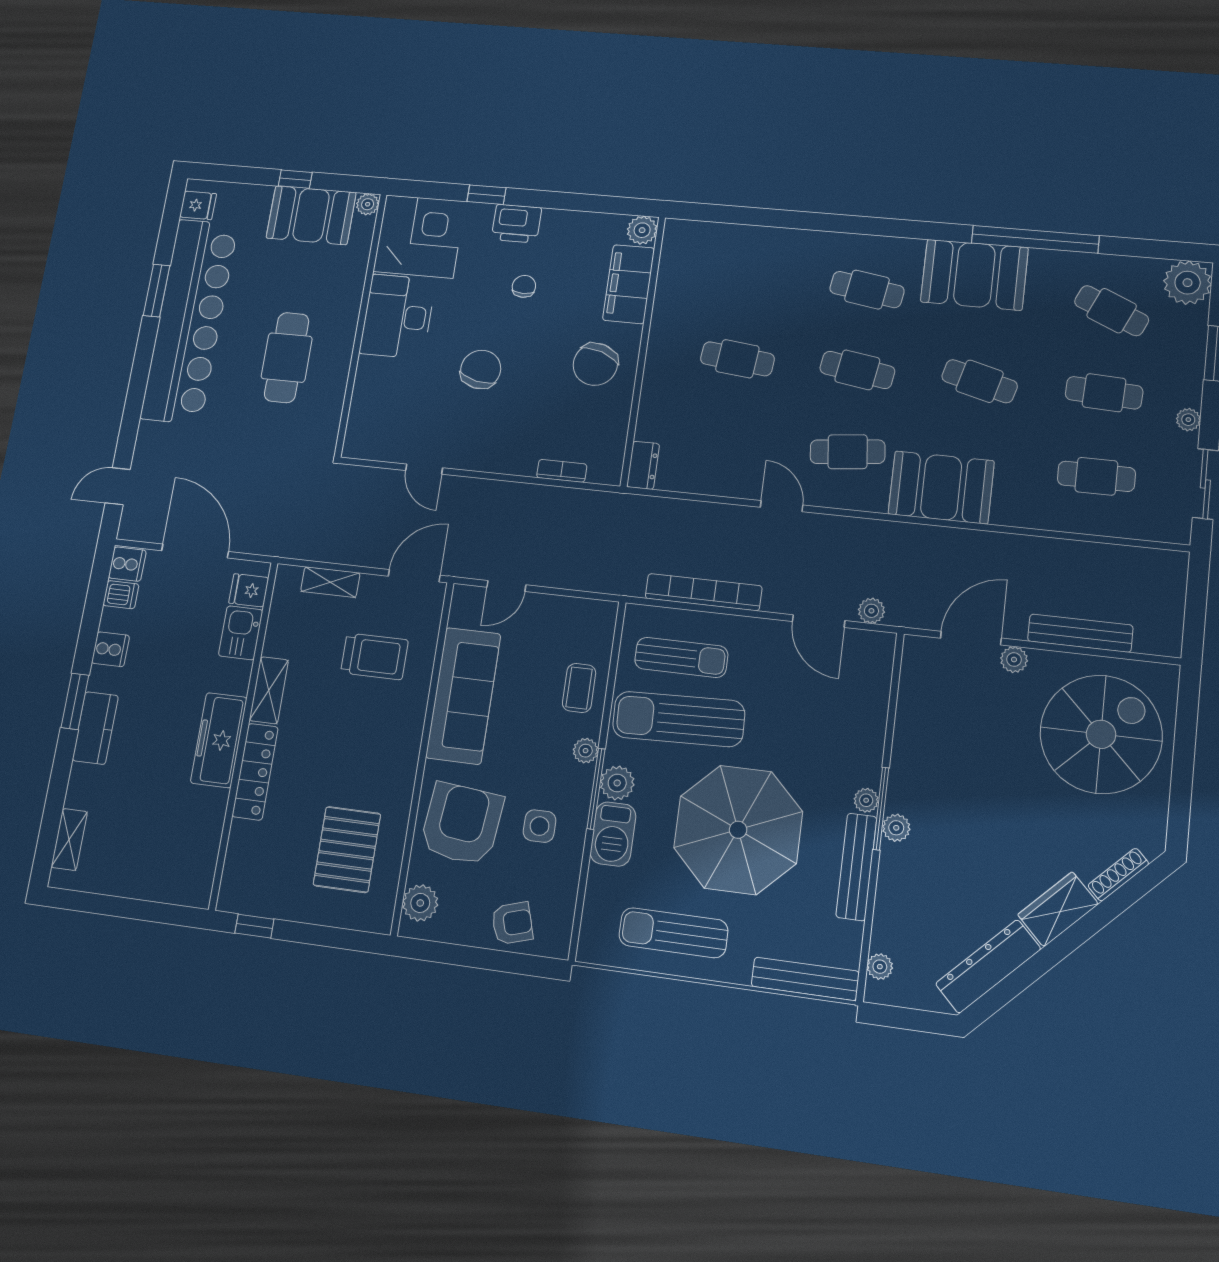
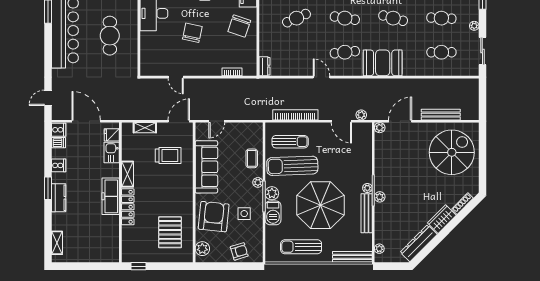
cafe table: (737, 359) -> (296, 18), turned -30
plant: (1014, 660) -> (380, 128), moved

